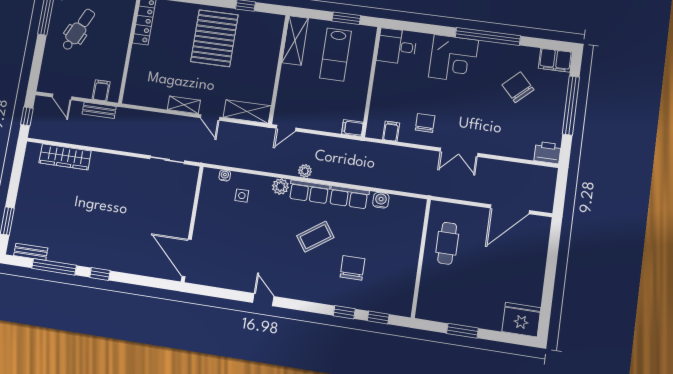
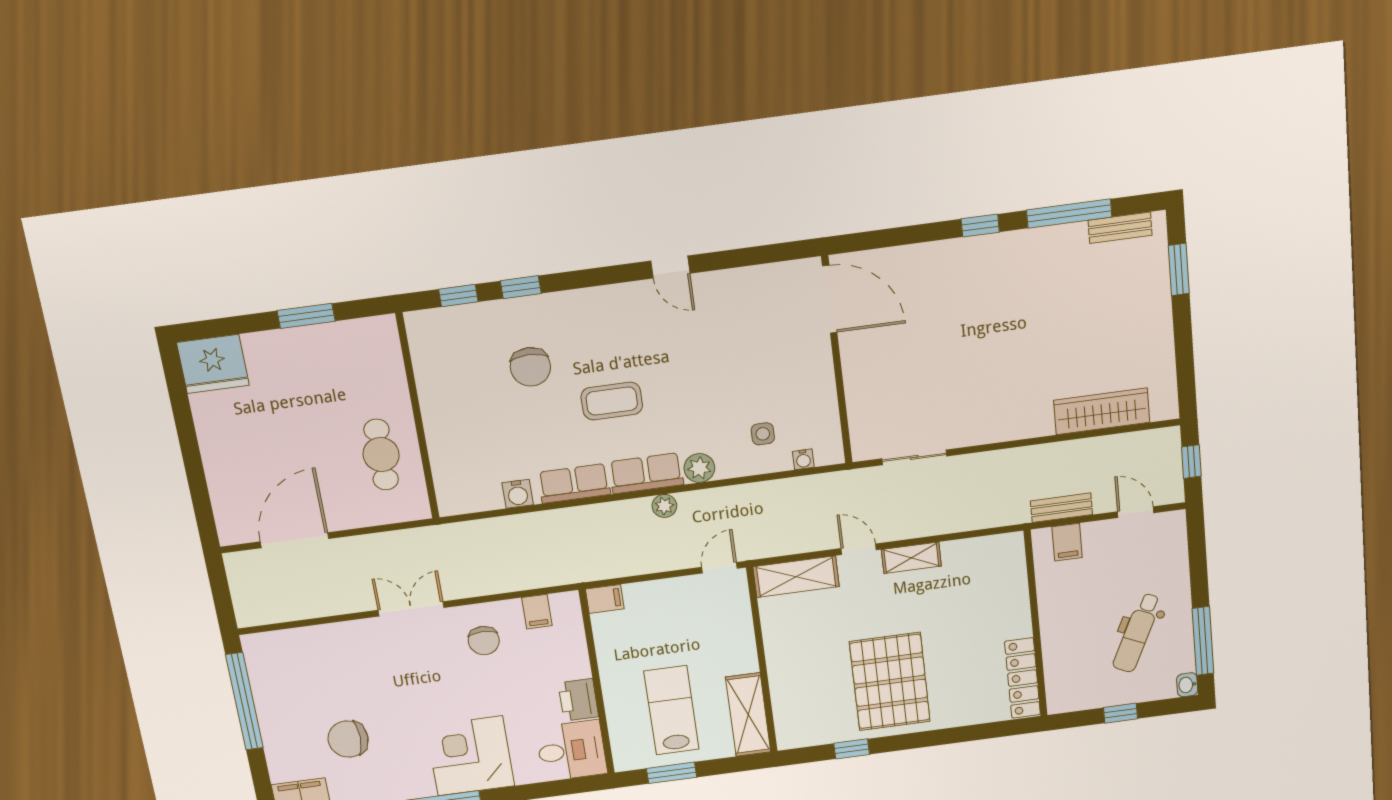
chair: (518, 87) -> (348, 739), turned 133
window: (571, 106) -> (244, 701), moved
printer: (547, 153) -> (578, 700), moved, turned 90
coffee table: (315, 237) -> (612, 401), turned 35

